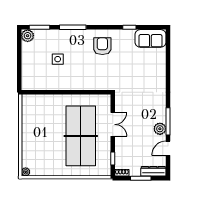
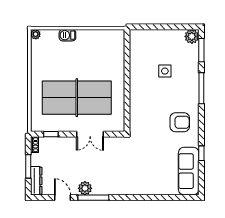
sofa: (150, 38) -> (189, 171), width x1.36
barbecue: (26, 144) -> (67, 35), added

